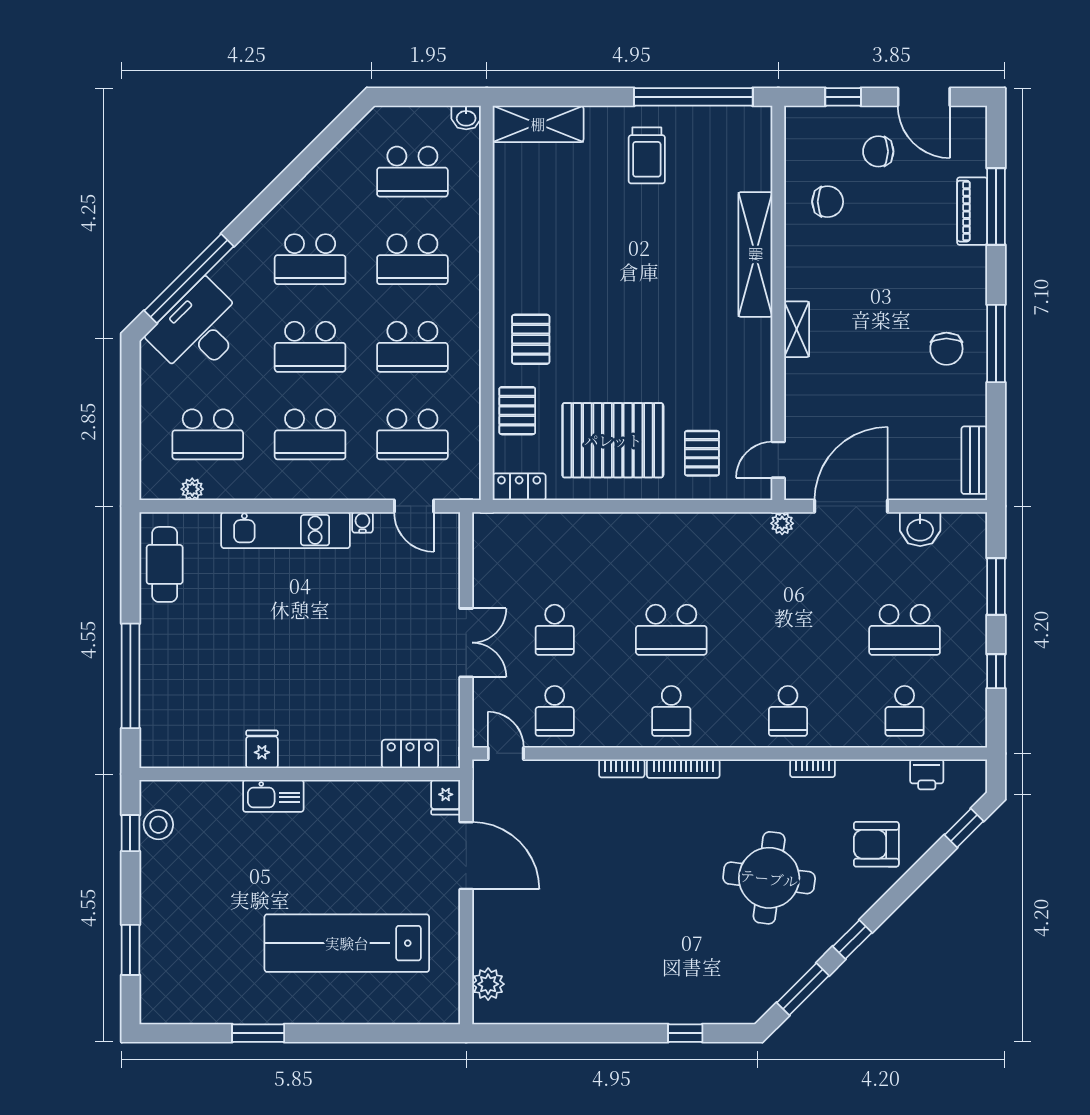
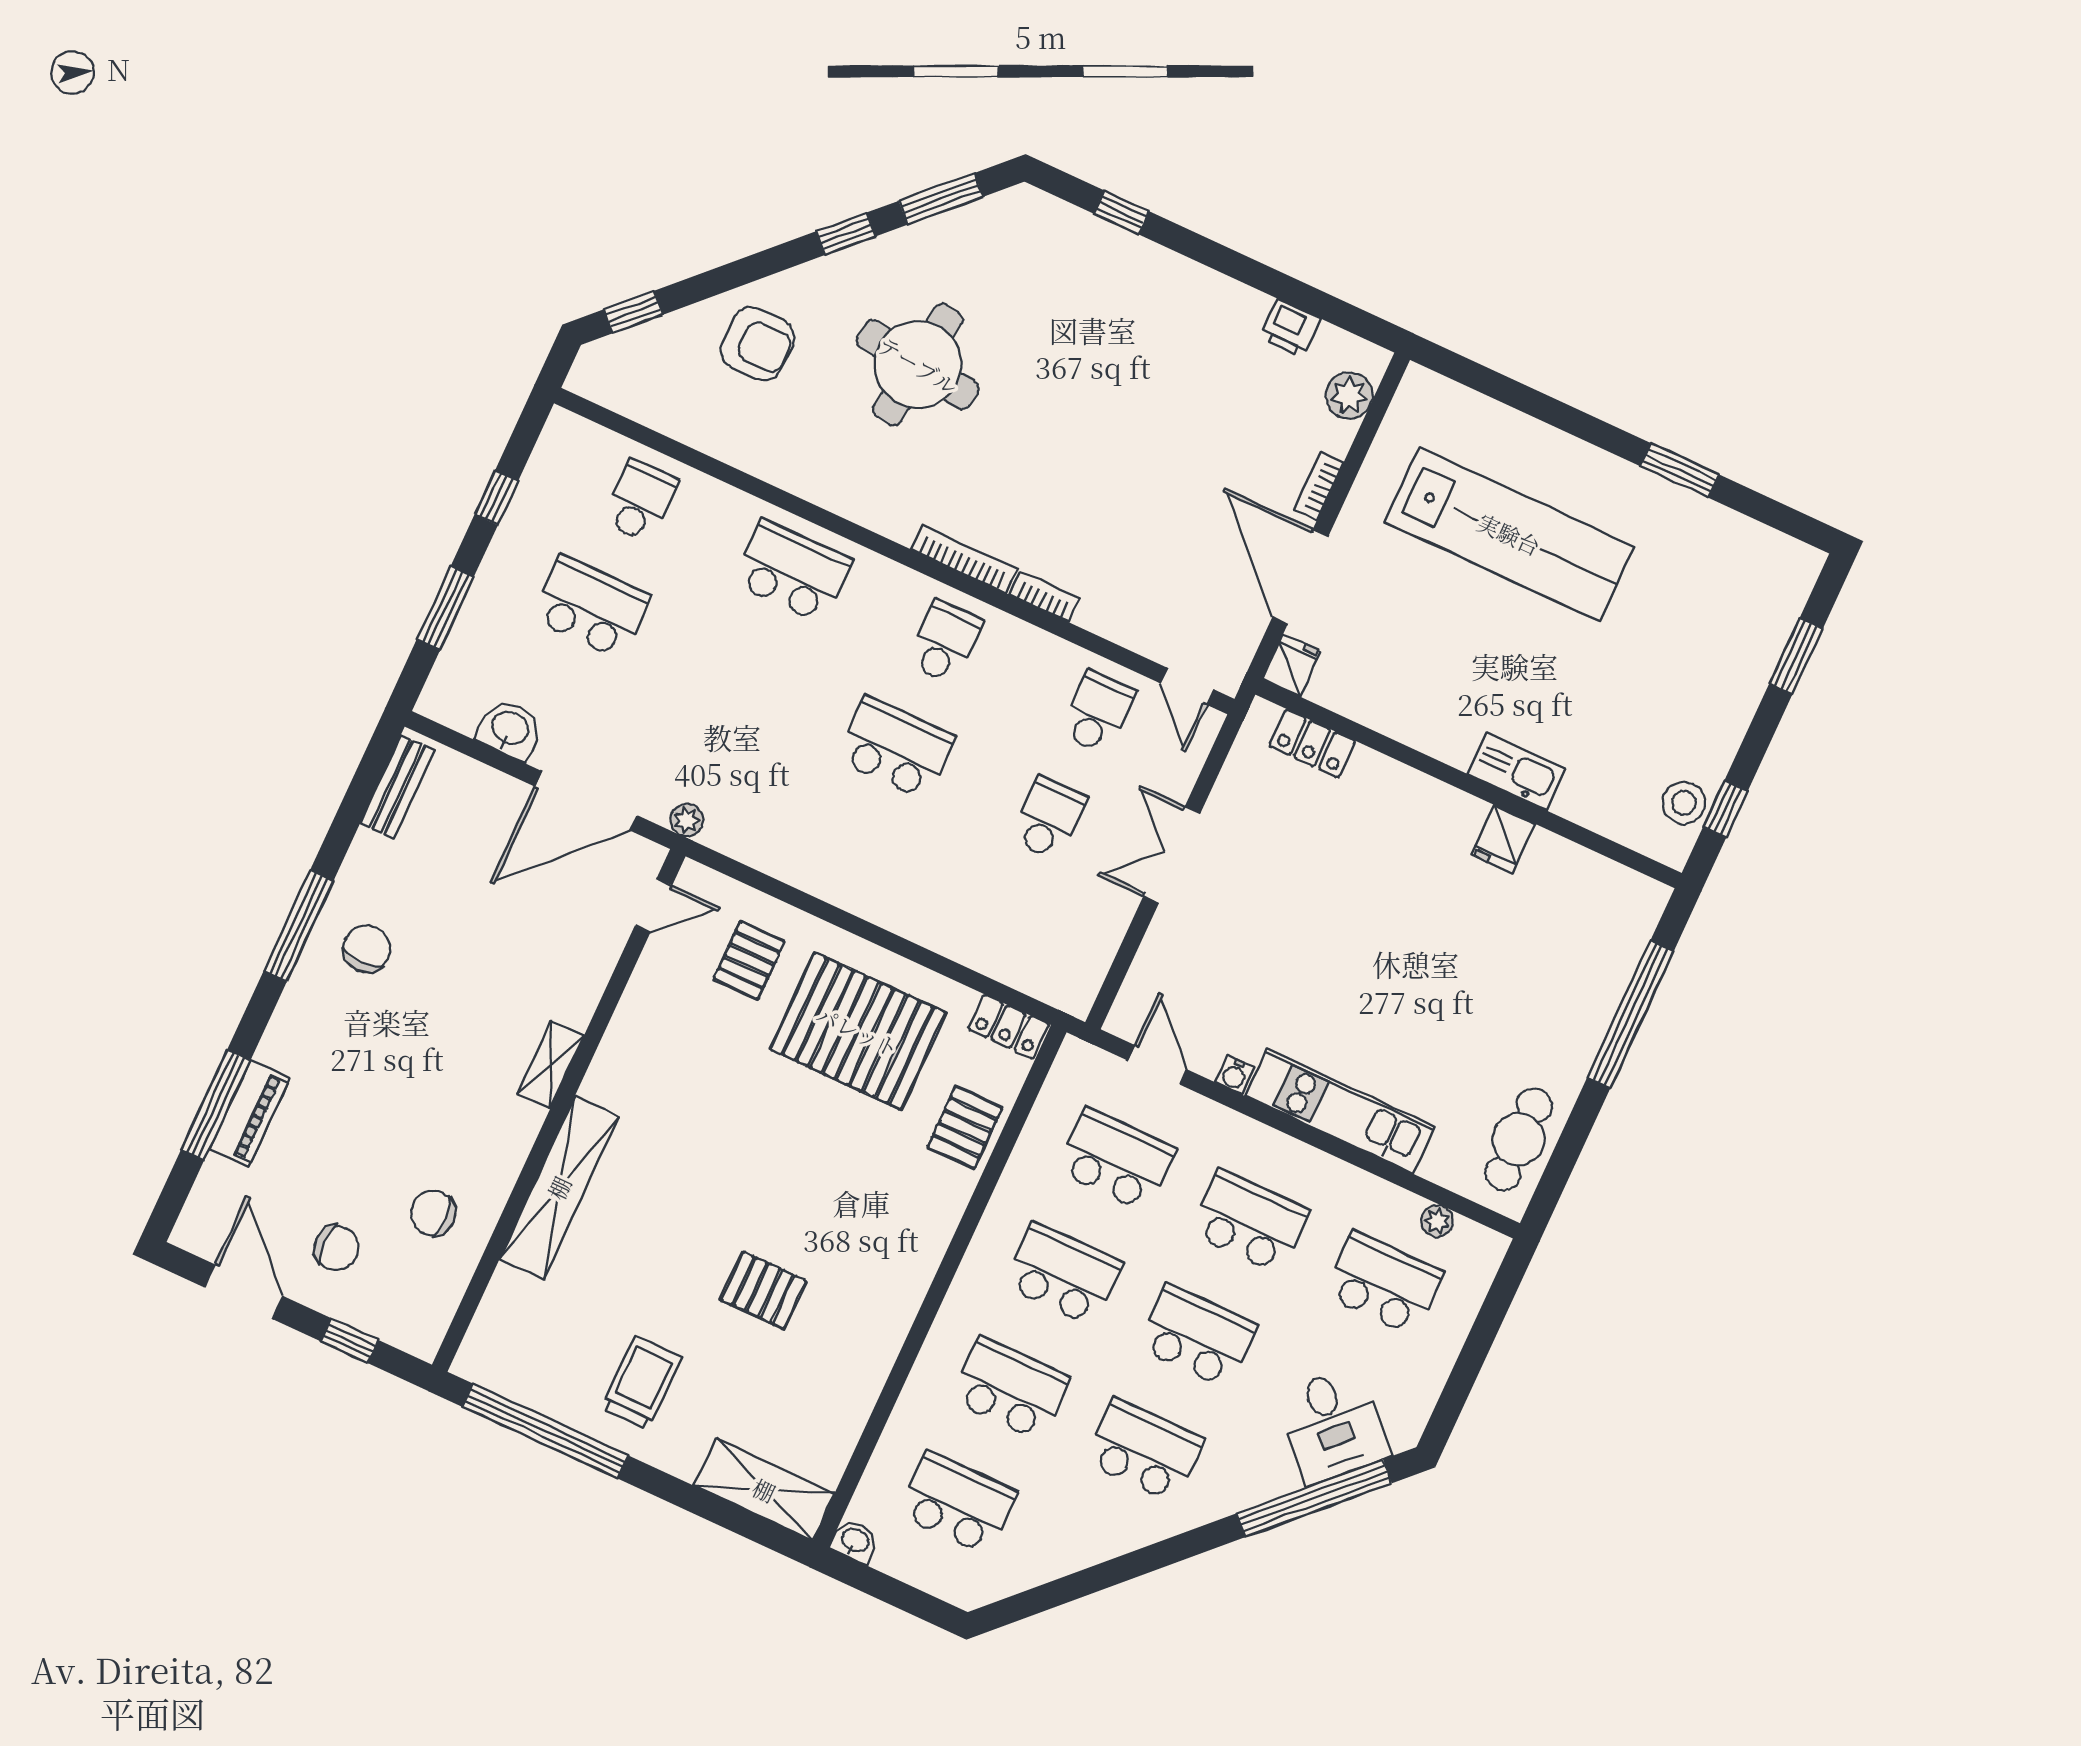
desk: (199, 330) -> (1333, 1425), width x0.73
pallet: (531, 339) -> (763, 1290), moved, turned 90
school desk: (788, 711) -> (792, 571), width x1.85
bookcase: (813, 768) -> (1319, 486), moved, turned -90
printer: (927, 774) -> (1290, 328), moved, turned 180

